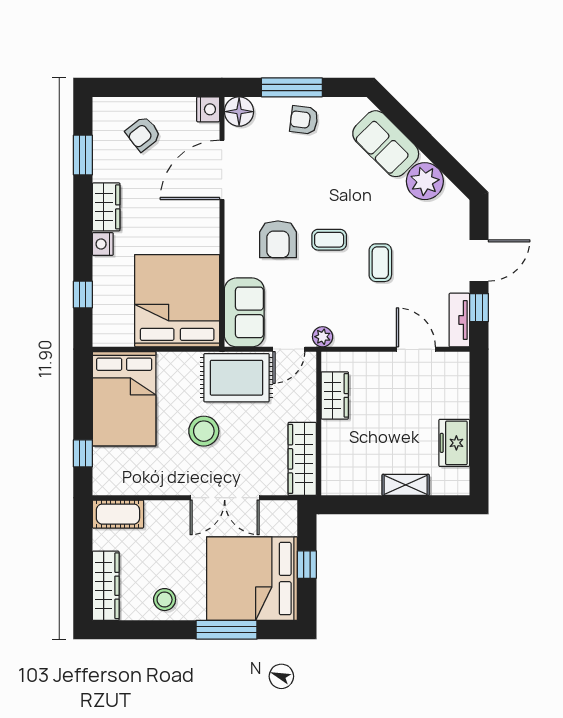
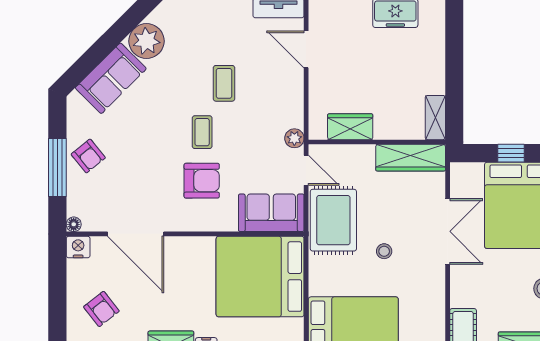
floor lamp: (239, 112) -> (74, 224), width x0.53, depth x0.53
armchair: (304, 120) -> (88, 156), turned -46
coffee table: (380, 263) -> (224, 83), turned 90
door: (416, 349) -> (306, 49), hinge flipped
stool: (204, 431) -> (384, 251), width x0.53, depth x0.53
shelving: (406, 485) -> (435, 118), moved

